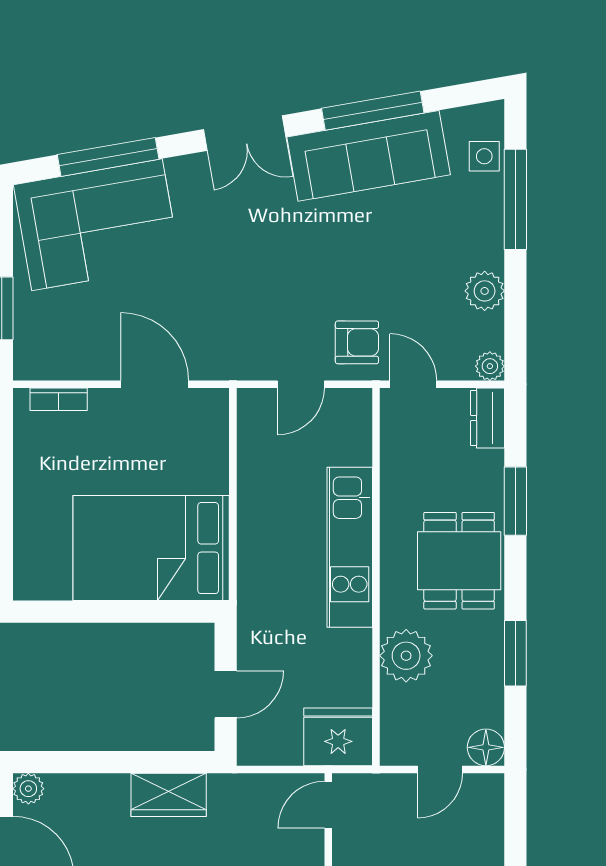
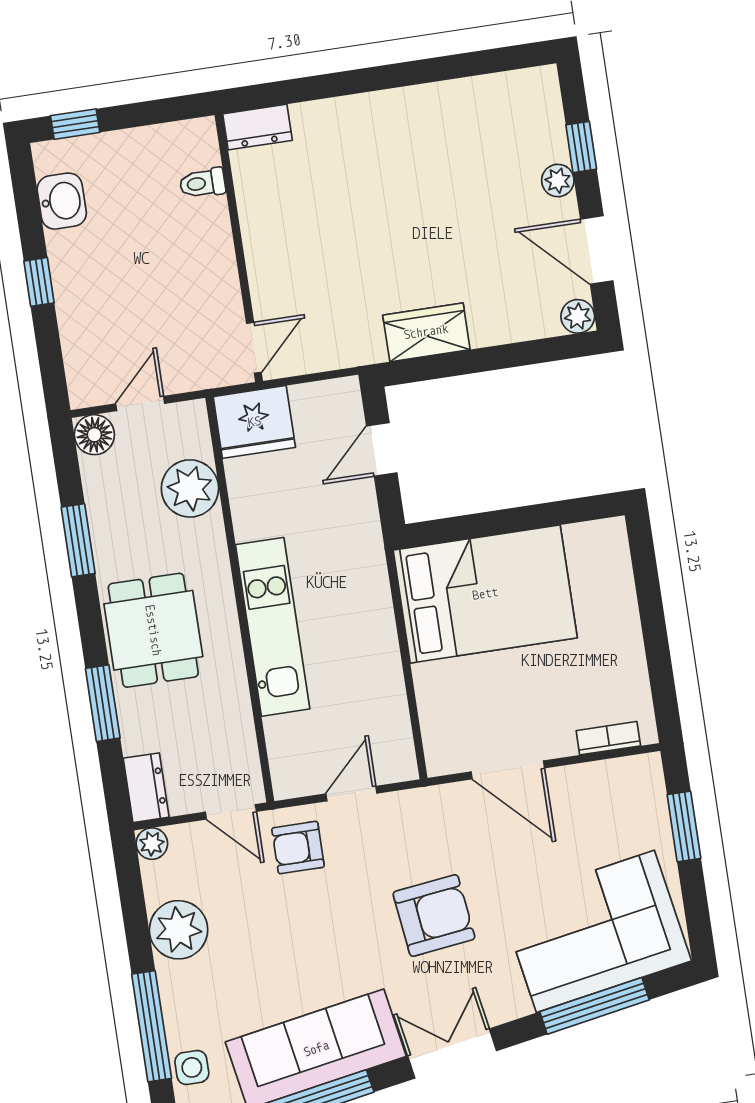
armchair: (242, 262) -> (434, 916), added
plant: (485, 291) -> (179, 930), width x1.36, depth x1.36
plant: (406, 656) -> (190, 488), moved

